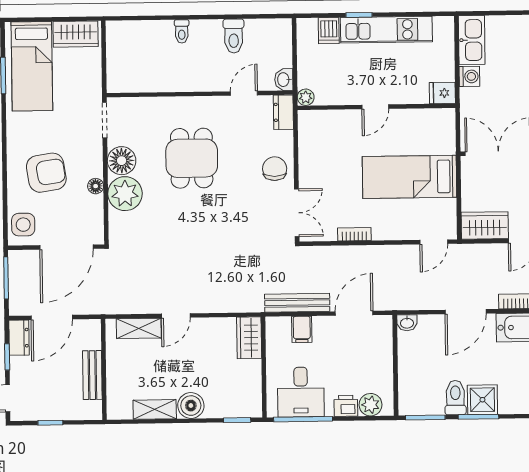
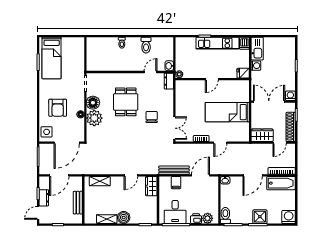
dishwasher: (329, 31) -> (244, 43), moved
wardrobe: (76, 34) -> (72, 43), removed
chair: (275, 169) -> (152, 117), moved
armchair: (46, 173) -> (58, 108), turned 99
door: (434, 242) -> (220, 143), moved
door: (176, 316) -> (131, 175), moved
dresser: (19, 338) -> (44, 198), moved
toilet: (455, 398) -> (225, 215), moved

